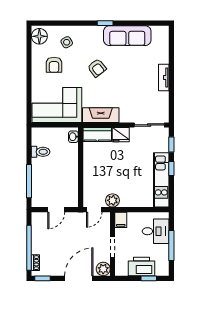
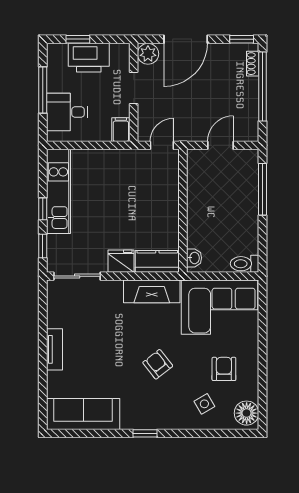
sofa: (127, 36) -> (83, 414), moved
toilet: (41, 152) -> (245, 264), moved
plant: (113, 200) -> (134, 160), removed

